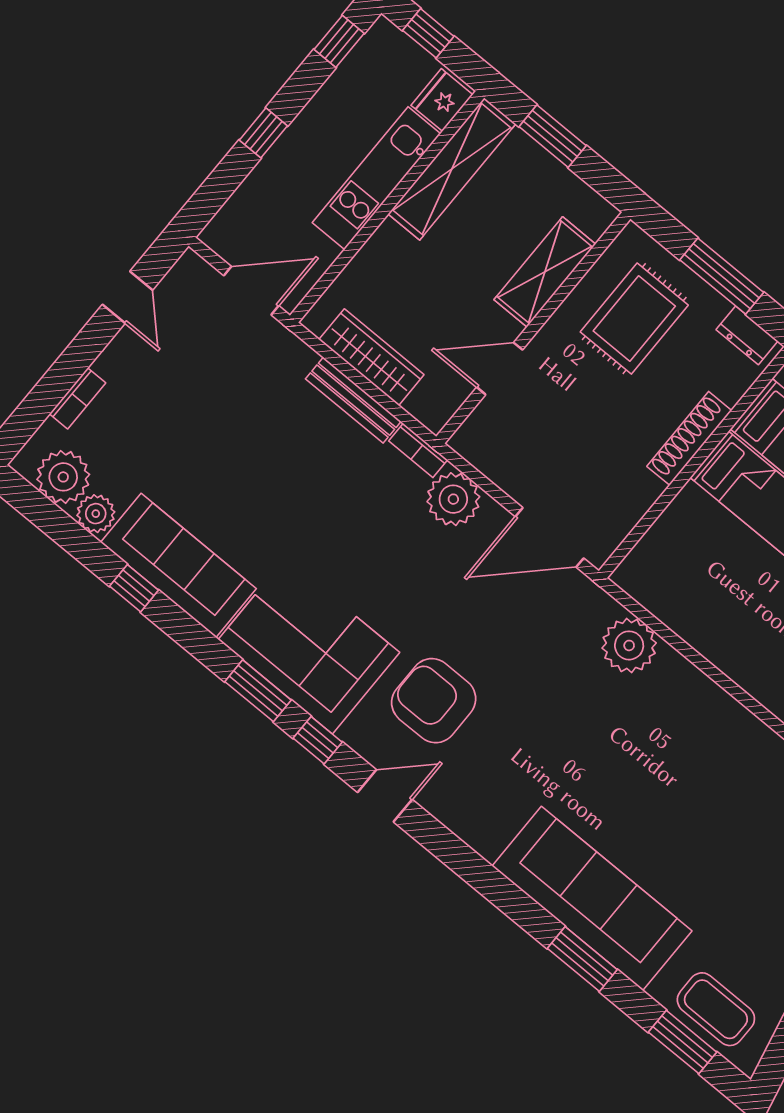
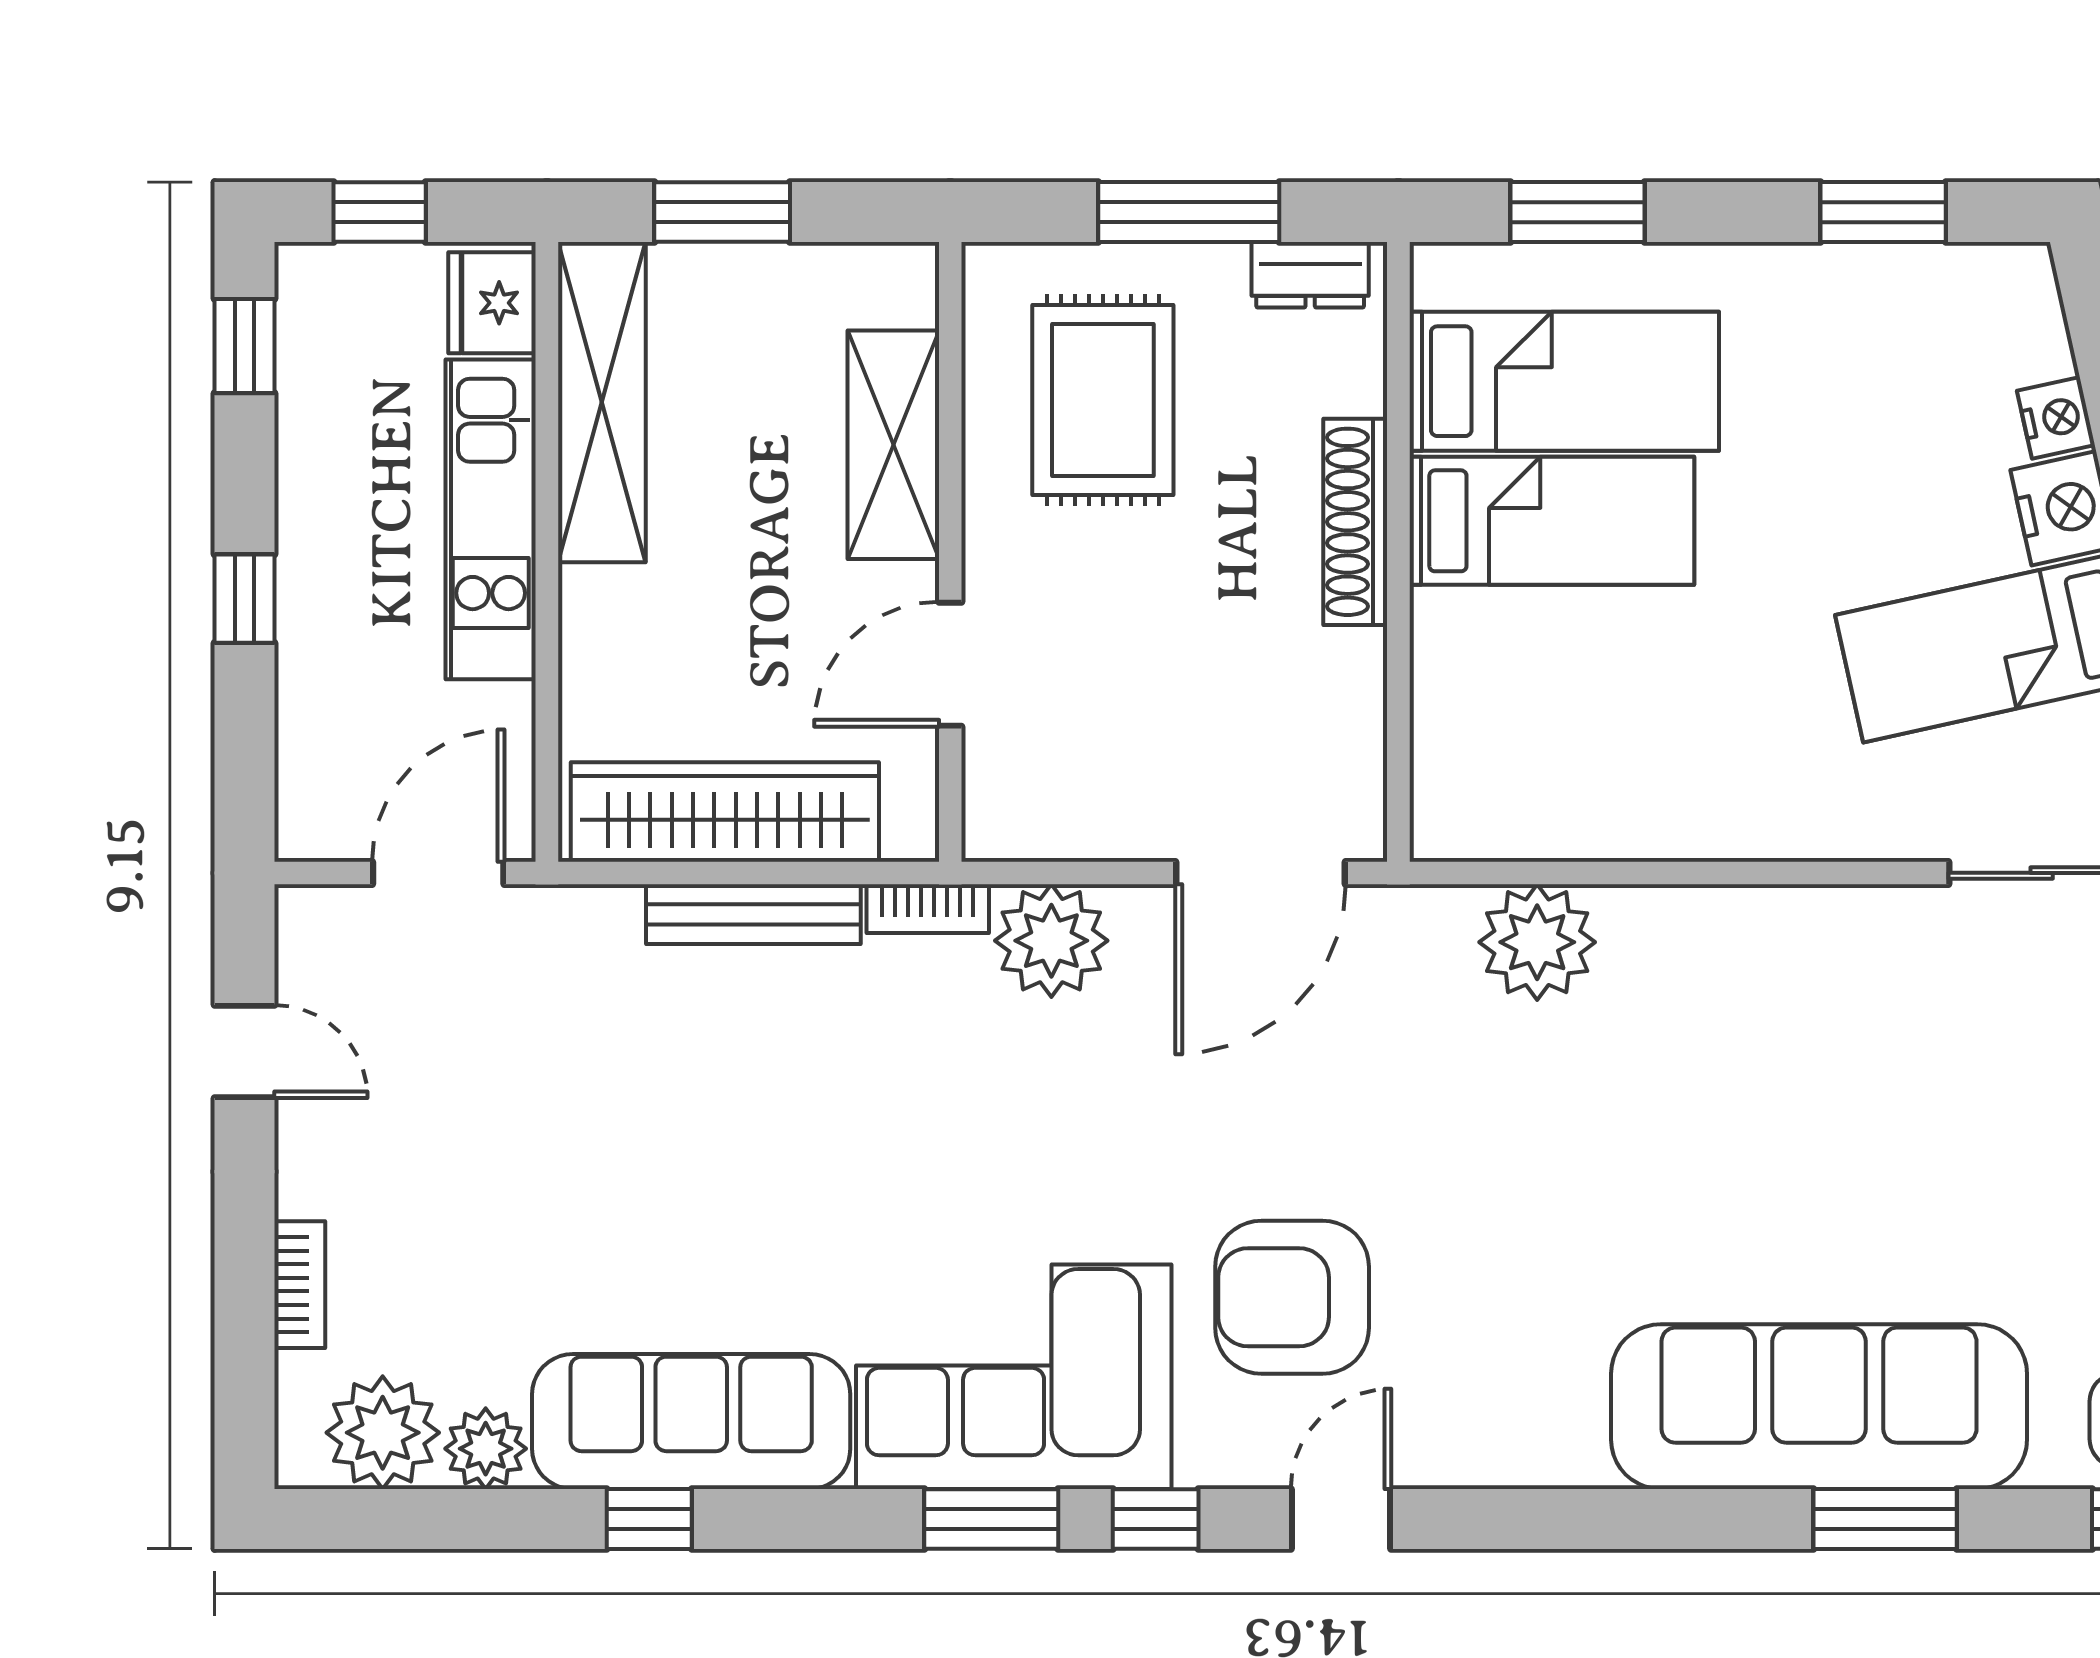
wardrobe: (371, 357) -> (725, 812), width x1.40, depth x1.17

